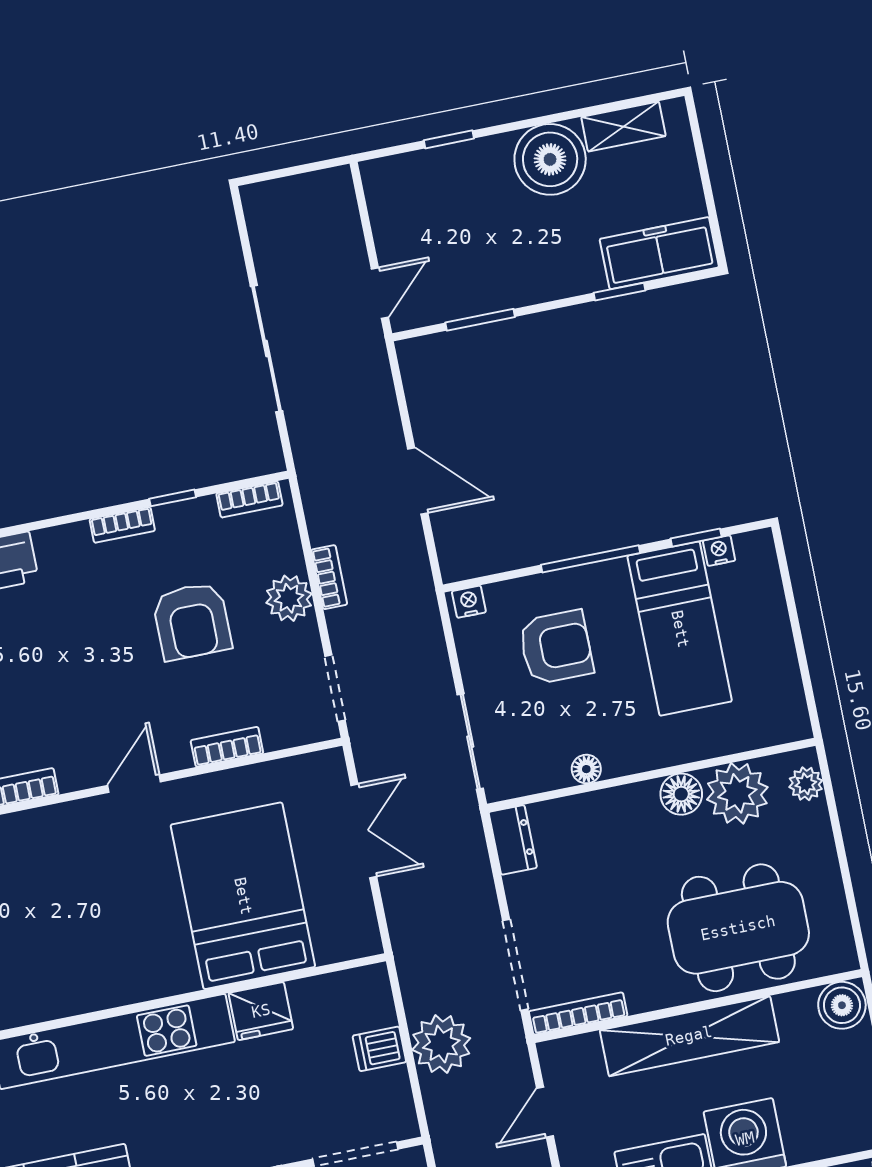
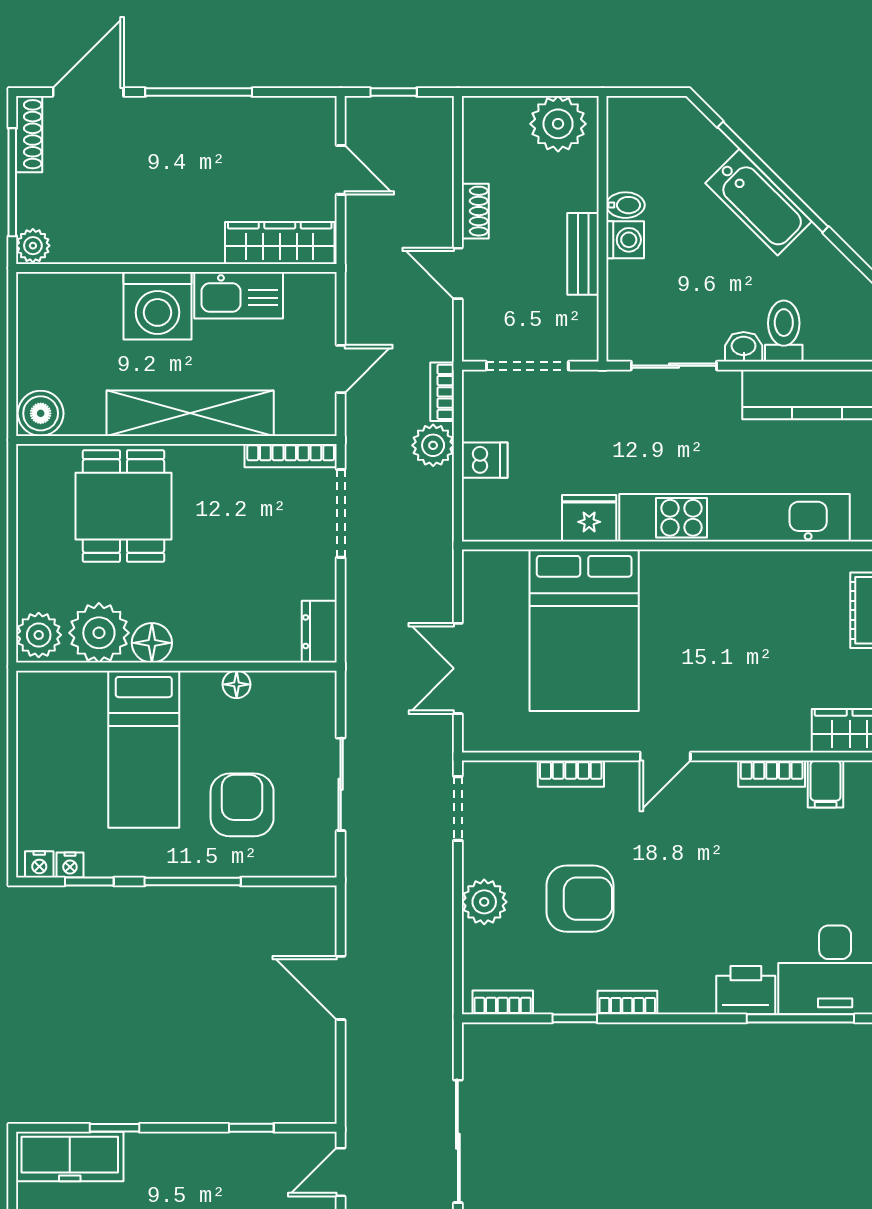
window: (480, 320) -> (251, 1128), width x0.67
bookcase: (329, 577) -> (442, 392), moved
nightstand: (469, 602) -> (39, 864), moved
armchair: (192, 621) -> (580, 899), turned 90
bed: (680, 629) -> (144, 749), moved, turned 180
armchair: (556, 647) -> (242, 805), turned 90
sliding door: (470, 742) -> (341, 784), moved
plant: (806, 784) -> (39, 635), width x1.38, depth x1.38
dining table: (738, 928) -> (123, 506), width x0.73
plant: (441, 1044) -> (433, 445), width x0.73, depth x0.73

